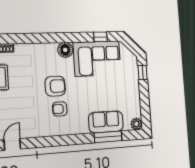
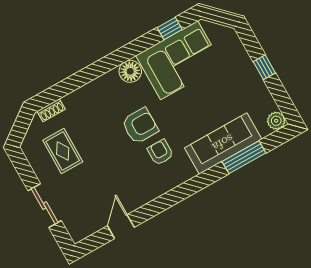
window: (143, 72) -> (264, 67), moved
armchair: (60, 109) -> (160, 152), turned 90
sofa: (106, 122) -> (223, 143), width x1.36

